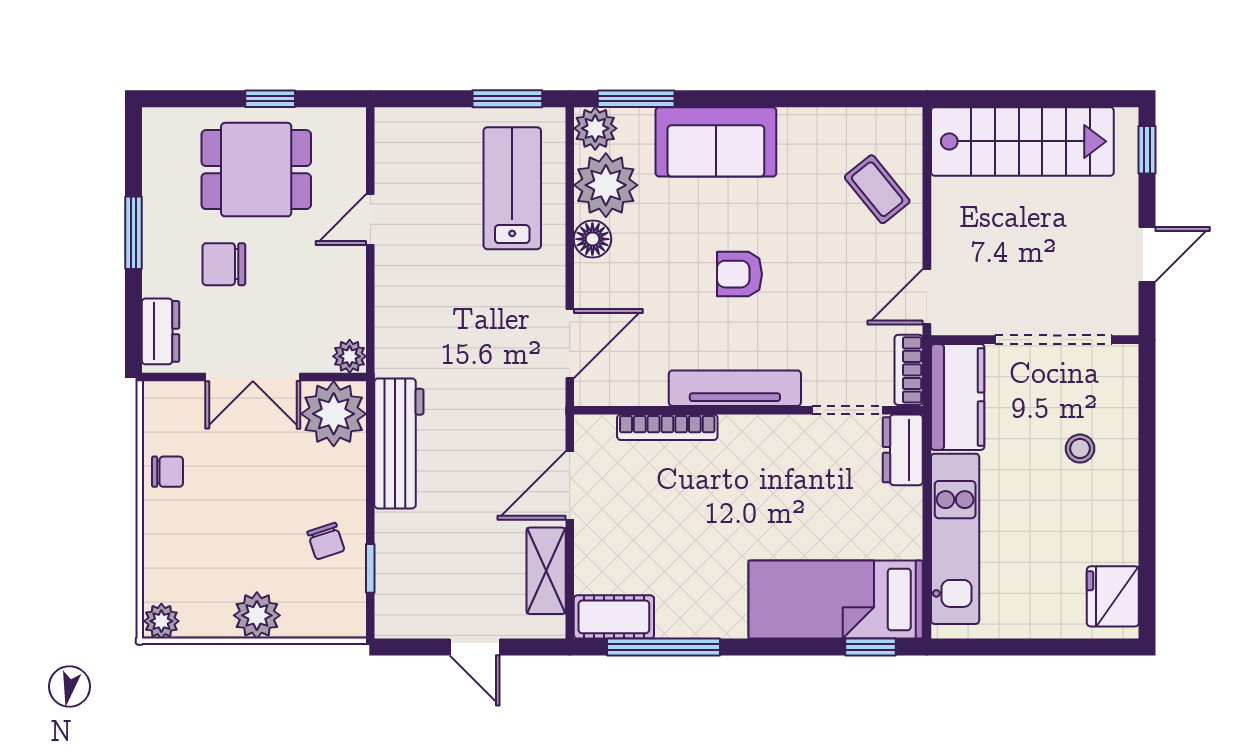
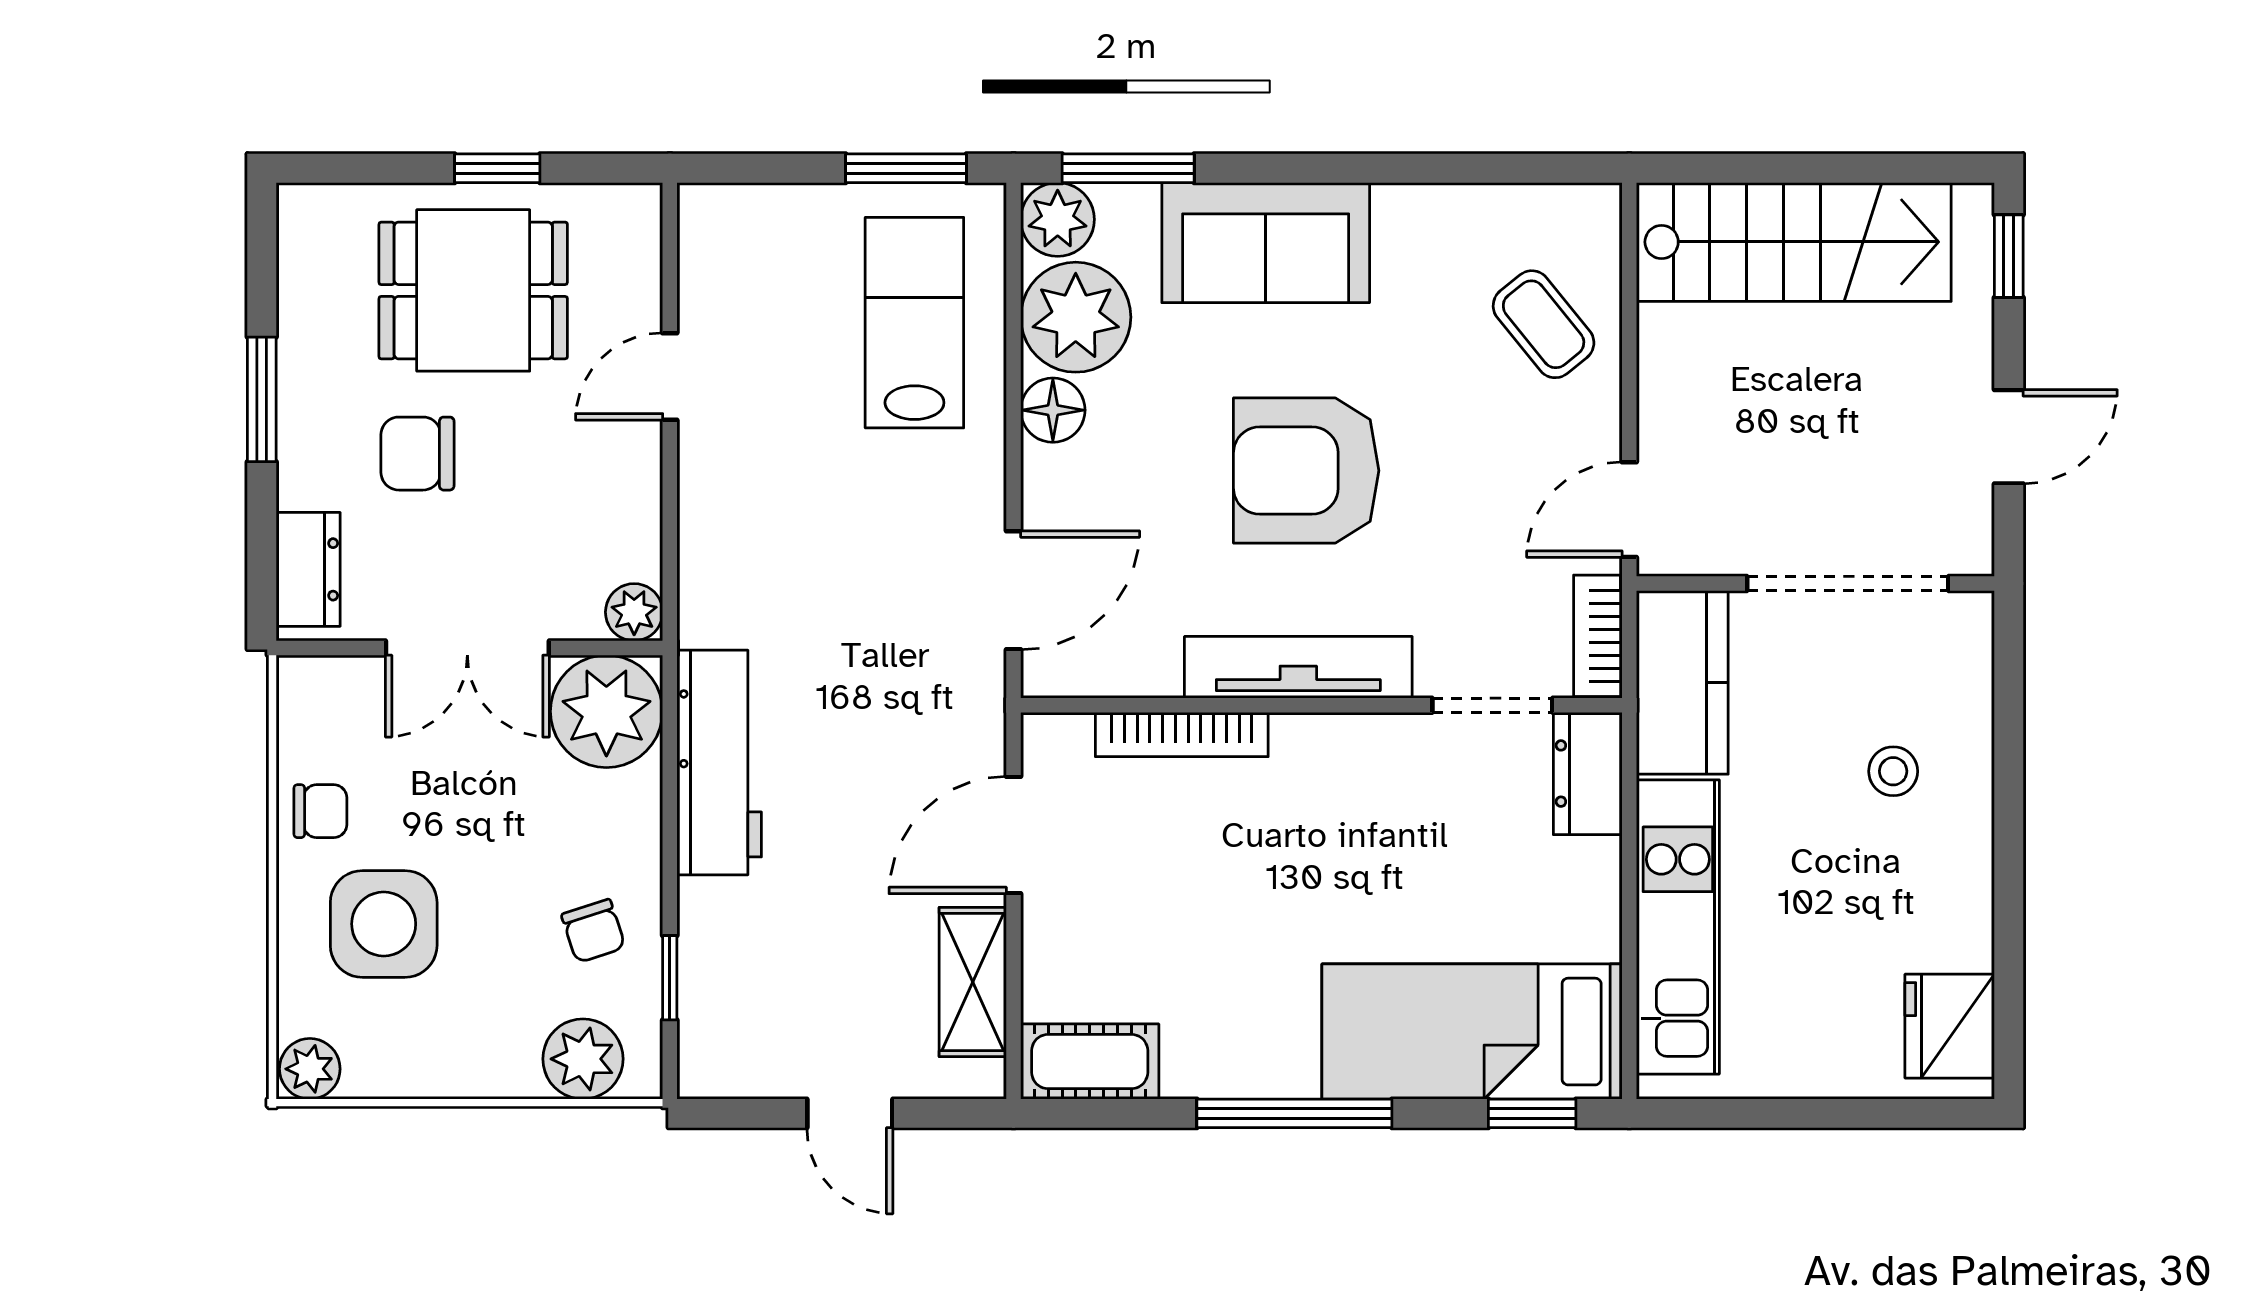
armchair: (739, 274) -> (1306, 471), width x1.88, depth x1.88
side table: (204, 537) -> (384, 924), added
plant: (257, 615) -> (583, 1059), moved
window: (663, 647) -> (1294, 1113), moved

